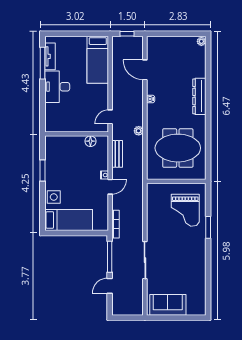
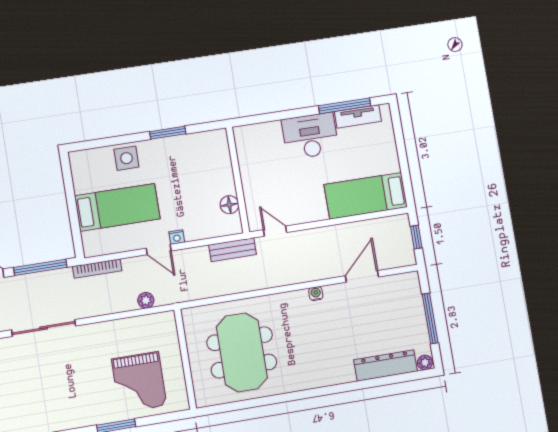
window: (176, 34) -> (430, 319), added
dresser: (199, 96) -> (386, 366), moved
plant: (139, 131) -> (146, 300), moved
bench: (117, 154) -> (233, 250), moved
grand piano: (185, 210) -> (139, 382), turned -90
bed: (69, 220) -> (117, 207), moved, turned -90

